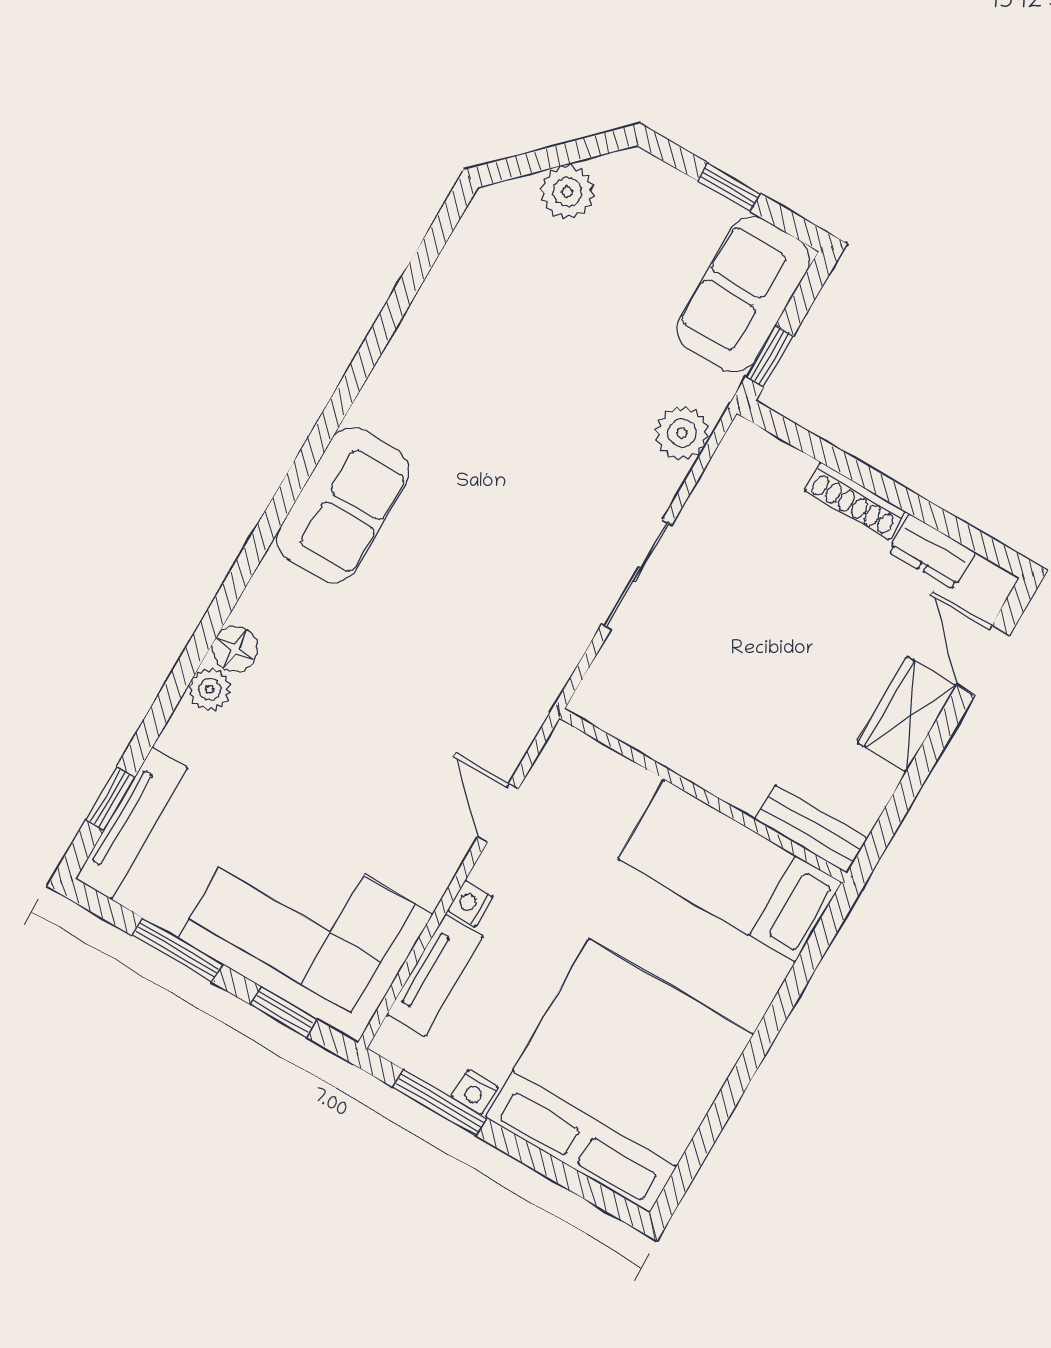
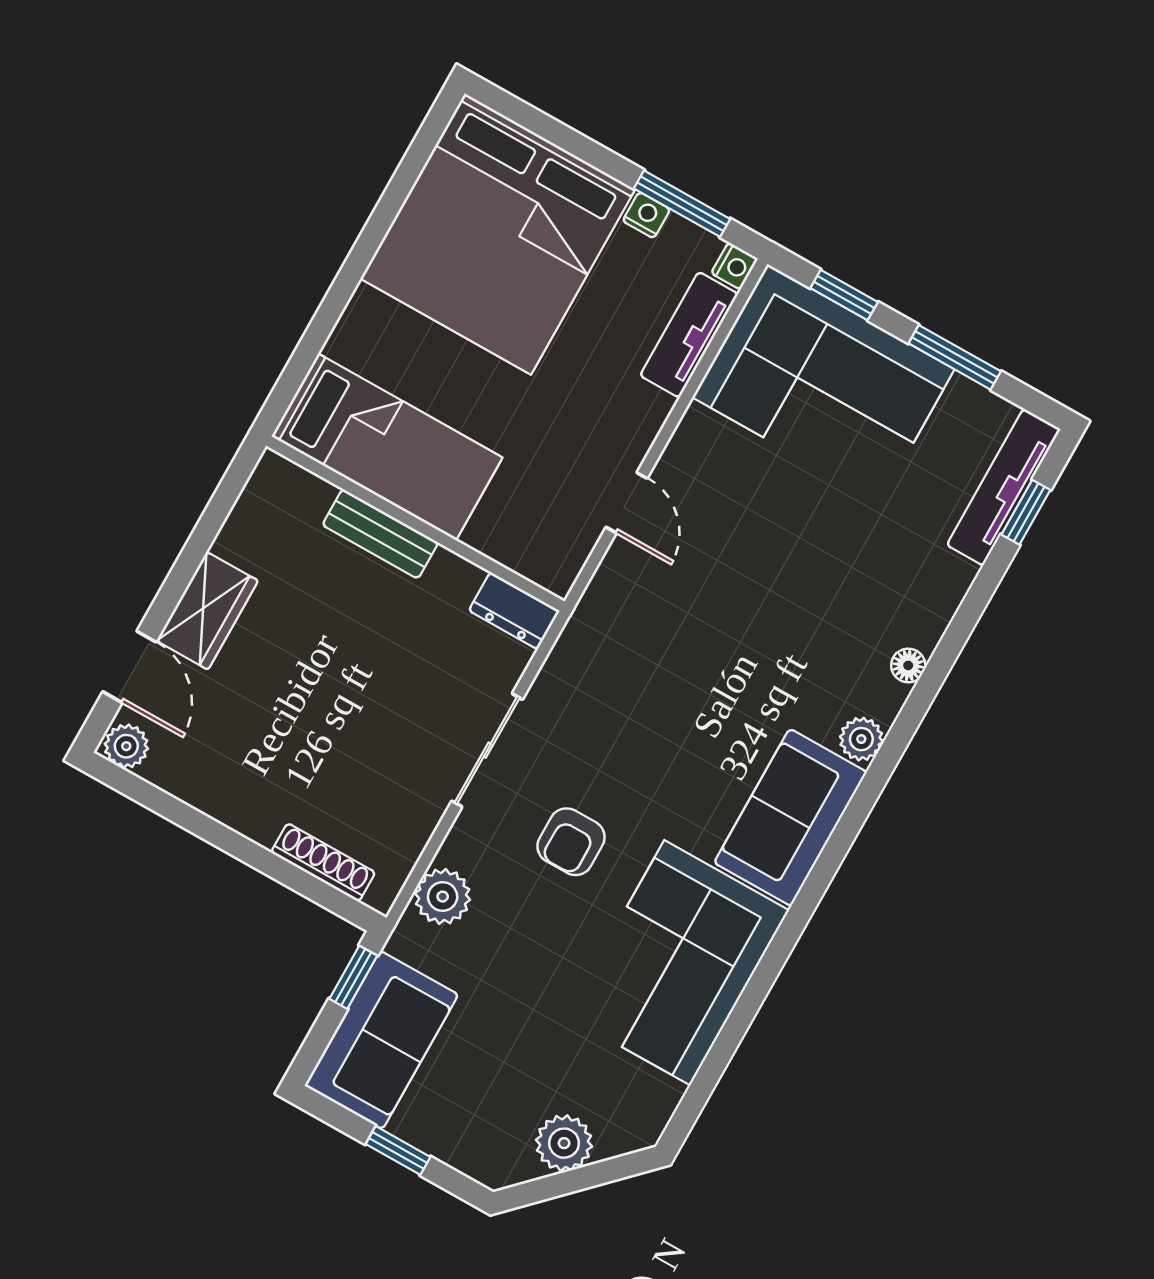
corner sofa: (455, 365) -> (678, 963), added
armchair: (556, 485) -> (571, 842), added
shoe rack: (855, 501) -> (323, 862), moved
dresser: (932, 552) -> (514, 611), moved, turned 180
plant: (987, 583) -> (126, 746), added
floor lamp: (235, 649) -> (908, 665), width x0.73, depth x0.73
plant: (210, 689) -> (861, 739), moved
bench: (811, 829) -> (380, 534), moved
nightstand: (470, 904) -> (734, 266), moved

